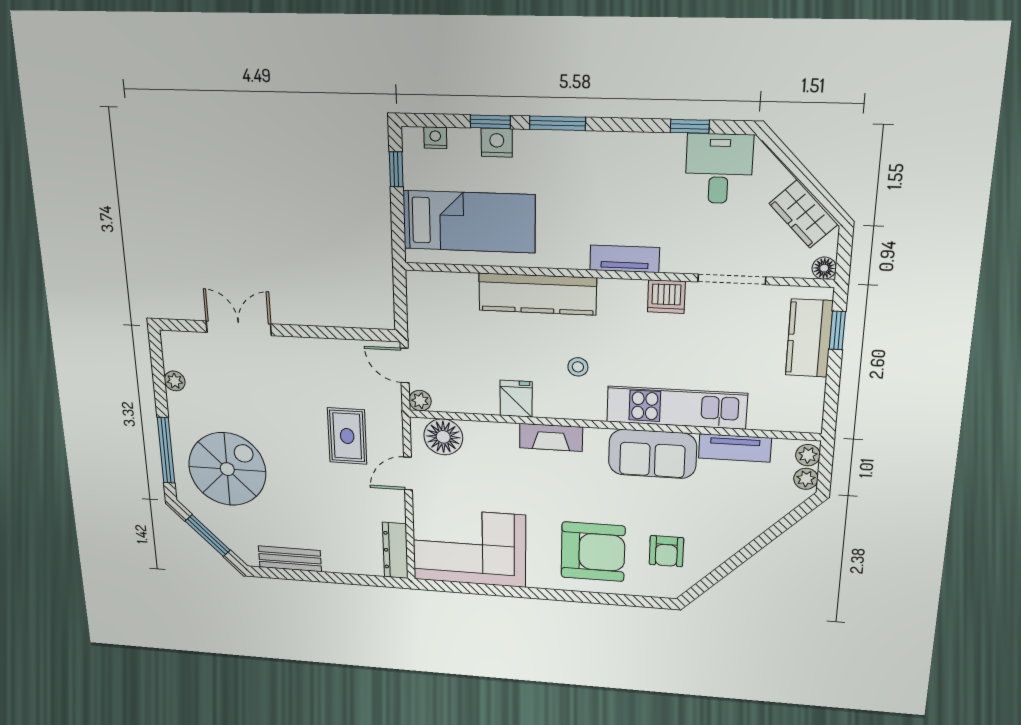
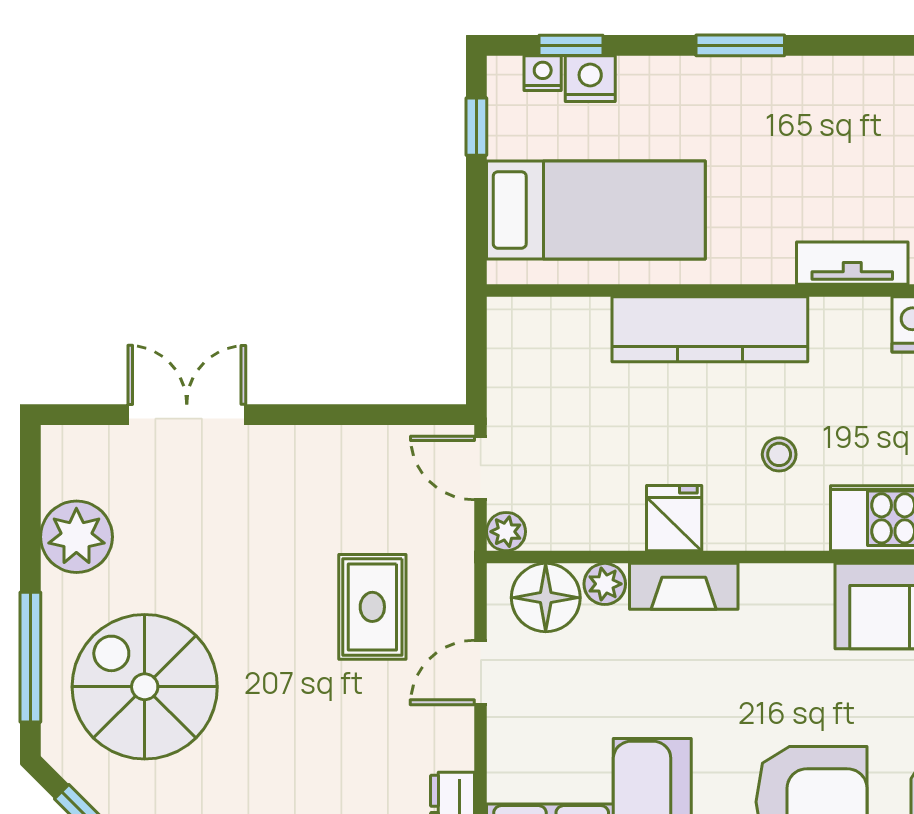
window: (490, 122) -> (571, 45), moved
nightstand: (497, 143) -> (590, 79), moved
plant: (175, 381) -> (76, 537), width x1.87, depth x1.87
plant: (477, 432) -> (605, 584), added
fireplace: (551, 437) -> (684, 586), moved
spiral stairs: (227, 469) -> (145, 687), turned -90

